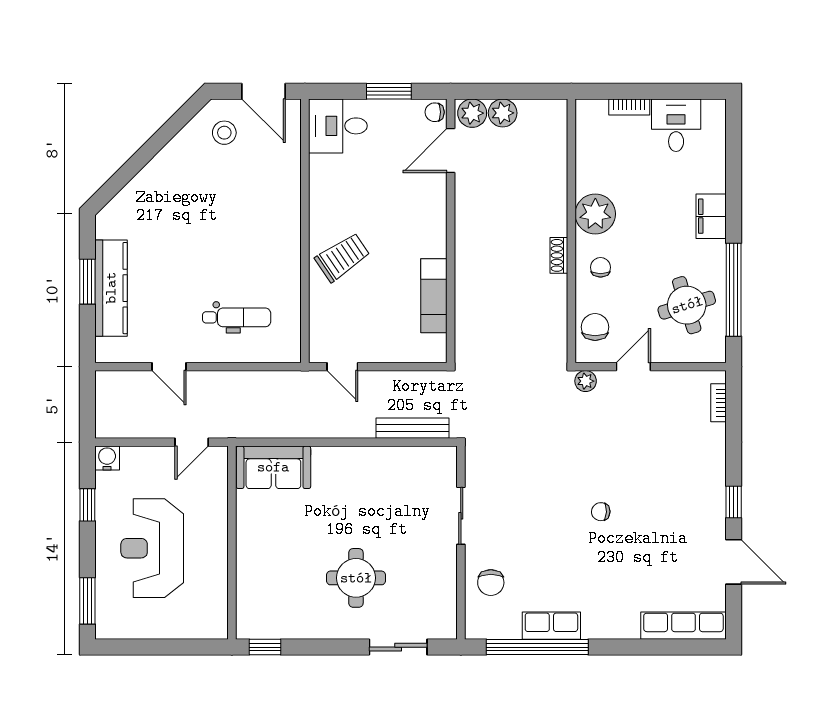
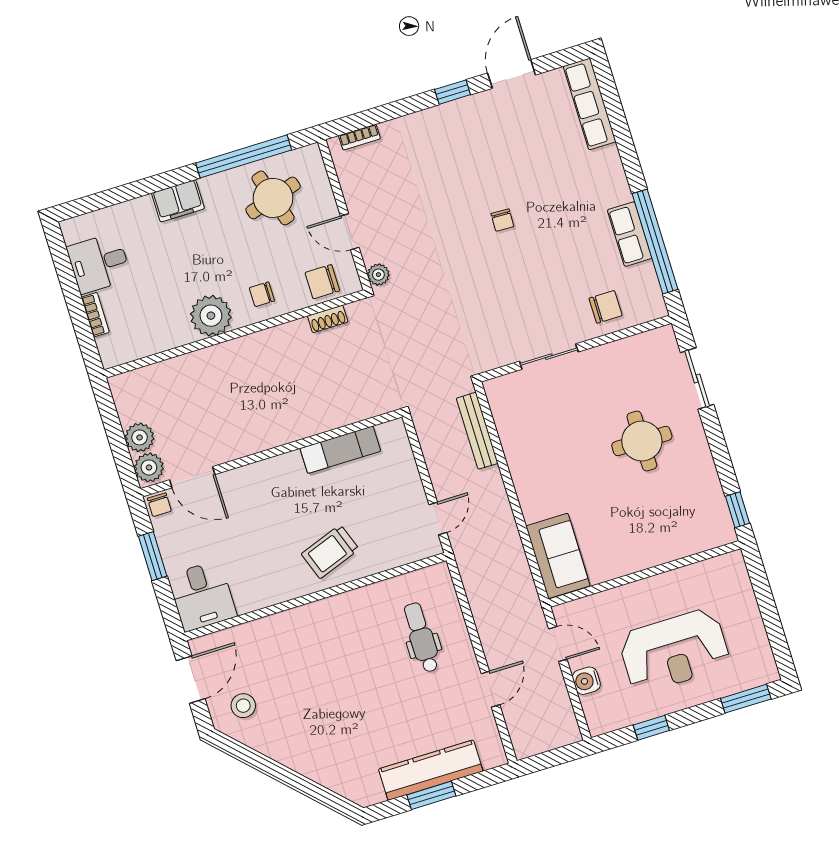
shoe rack: (559, 255) -> (328, 319), moved
trolley: (342, 257) -> (330, 552), turned -76
water cooler: (107, 458) -> (586, 681), moved

